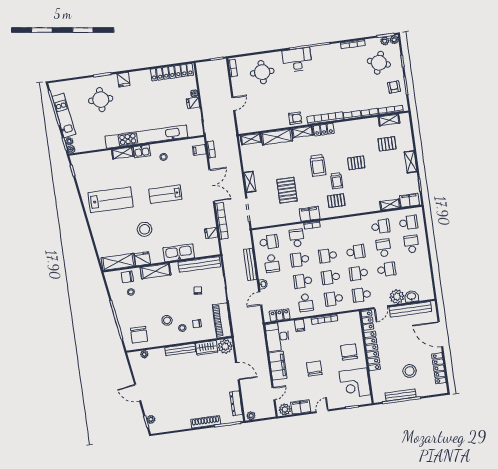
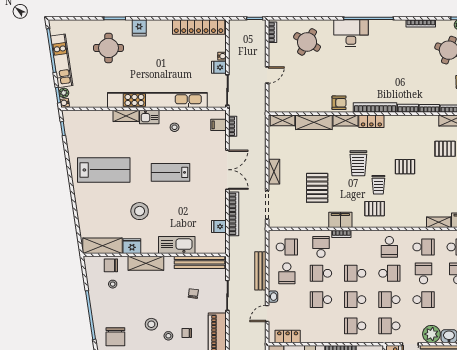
round table: (262, 72) -> (307, 42), turned 30
school desk: (306, 303) -> (389, 247), moved

